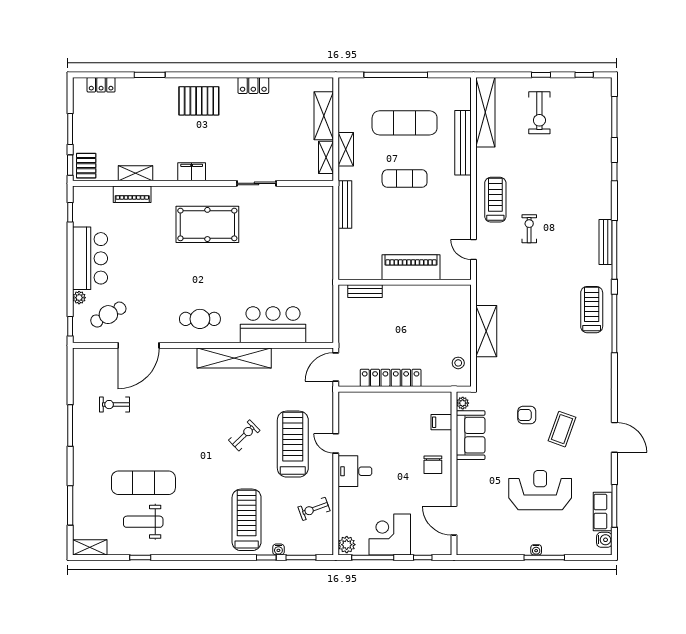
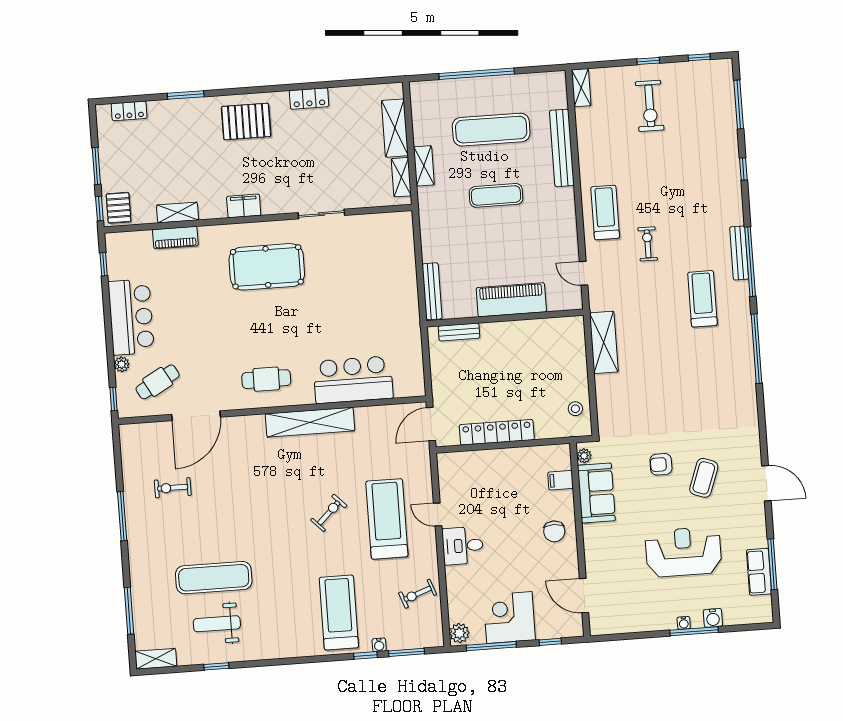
shelving: (485, 112) -> (581, 88), width x0.45, depth x0.75
bench: (345, 205) -> (432, 291), moved
treadmill: (592, 310) -> (702, 299), moved
shelving: (486, 331) -> (604, 342), moved
water cooler: (604, 540) -> (713, 618), moved, turned 90

